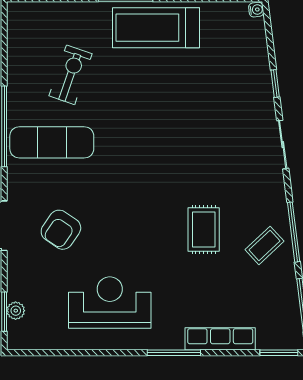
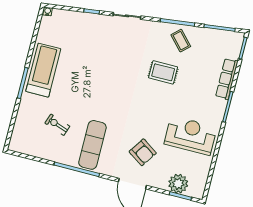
treadmill: (156, 28) -> (43, 70), turned 180
exercise bike: (71, 75) -> (57, 125), width x0.73, depth x0.72
reception desk: (110, 303) -> (191, 135), turned 90
plant: (16, 311) -> (178, 184), width x1.87, depth x1.87

